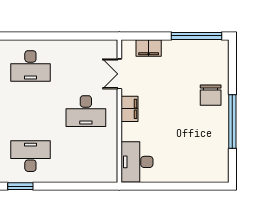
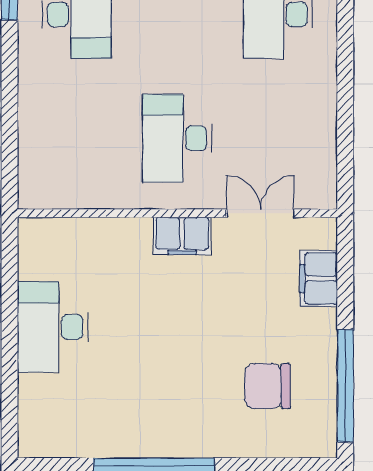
chair: (211, 95) -> (267, 386), moved
desk: (137, 162) -> (53, 327), moved, turned -90

